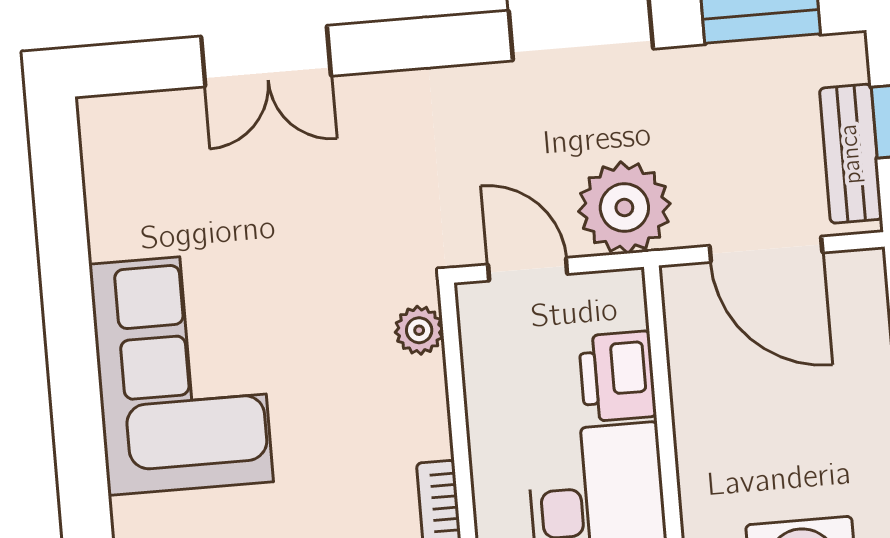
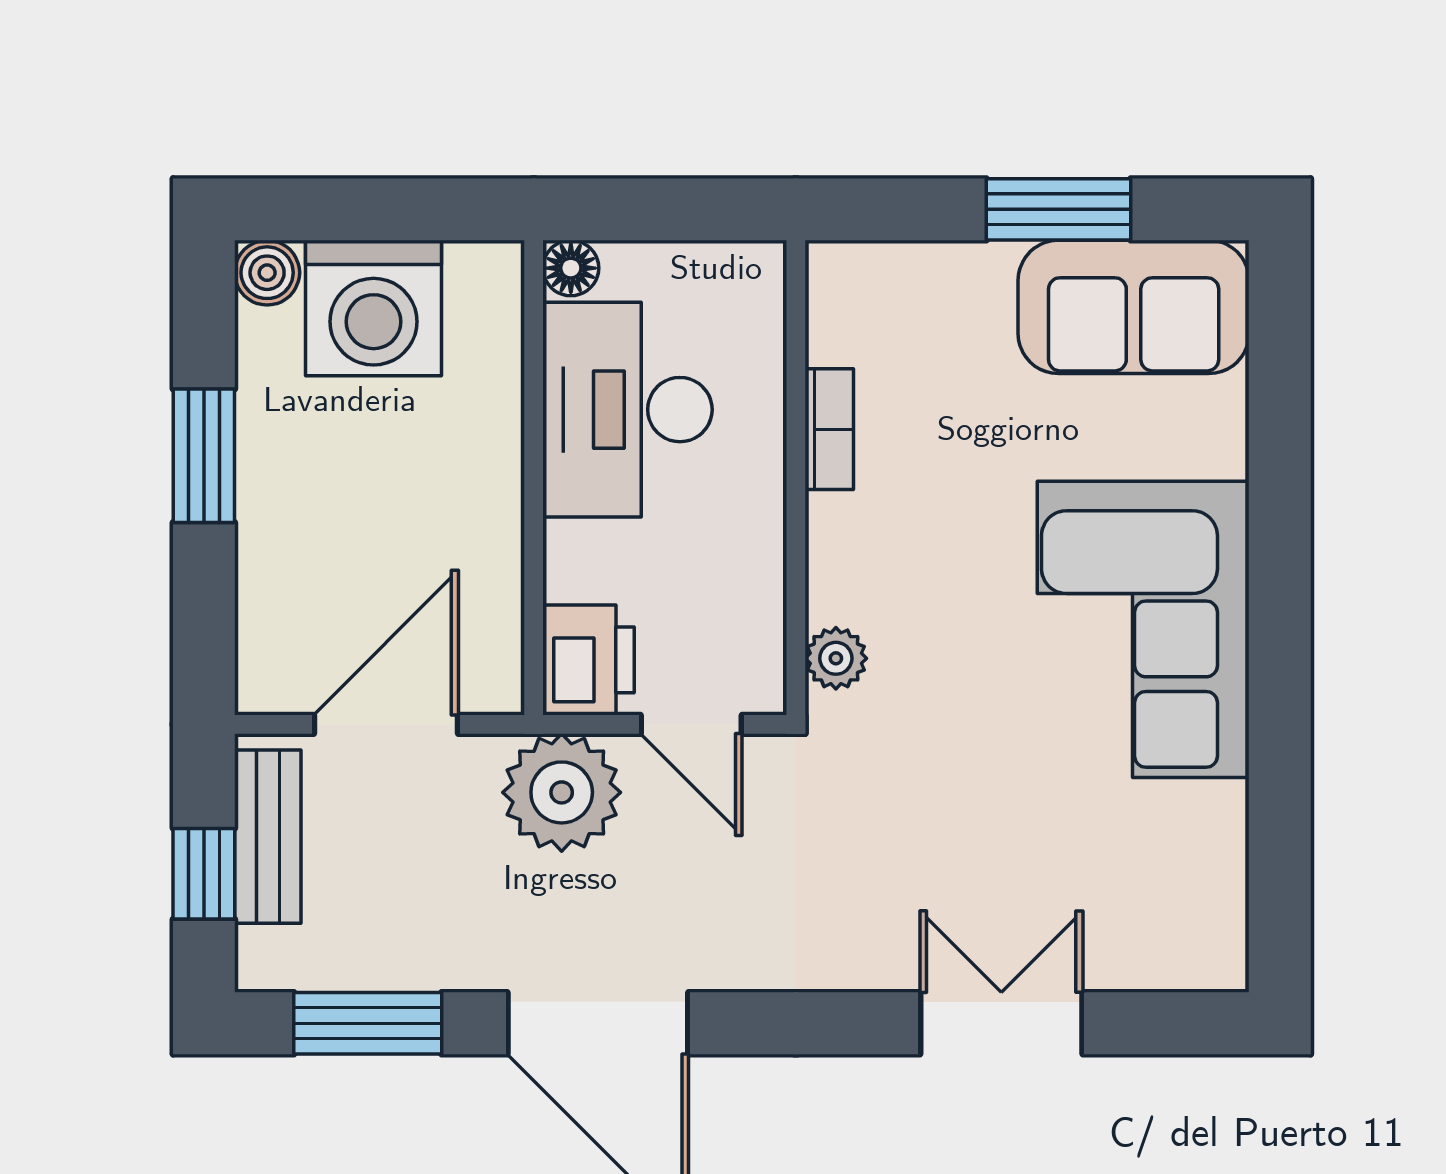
door: (766, 249) -> (386, 724), hinge flipped
printer: (617, 376) -> (589, 660), moved

